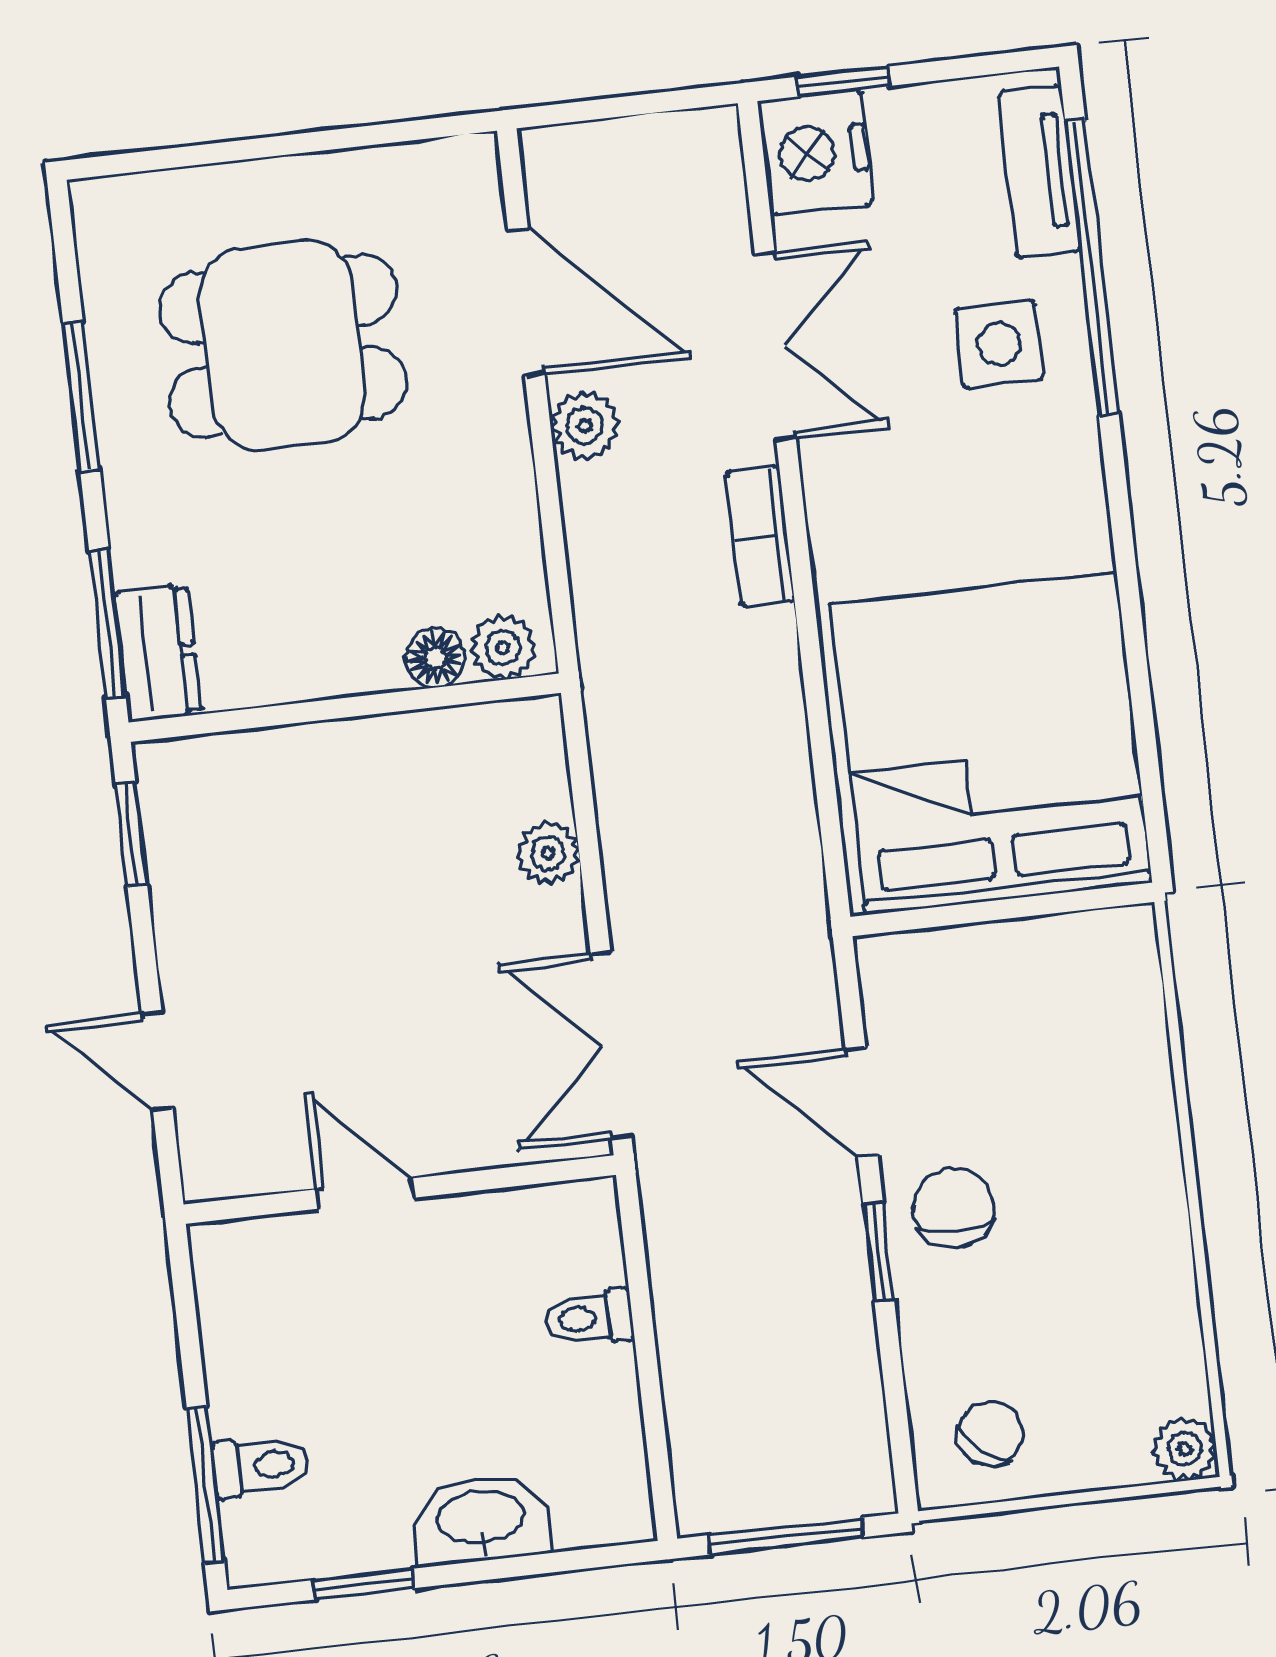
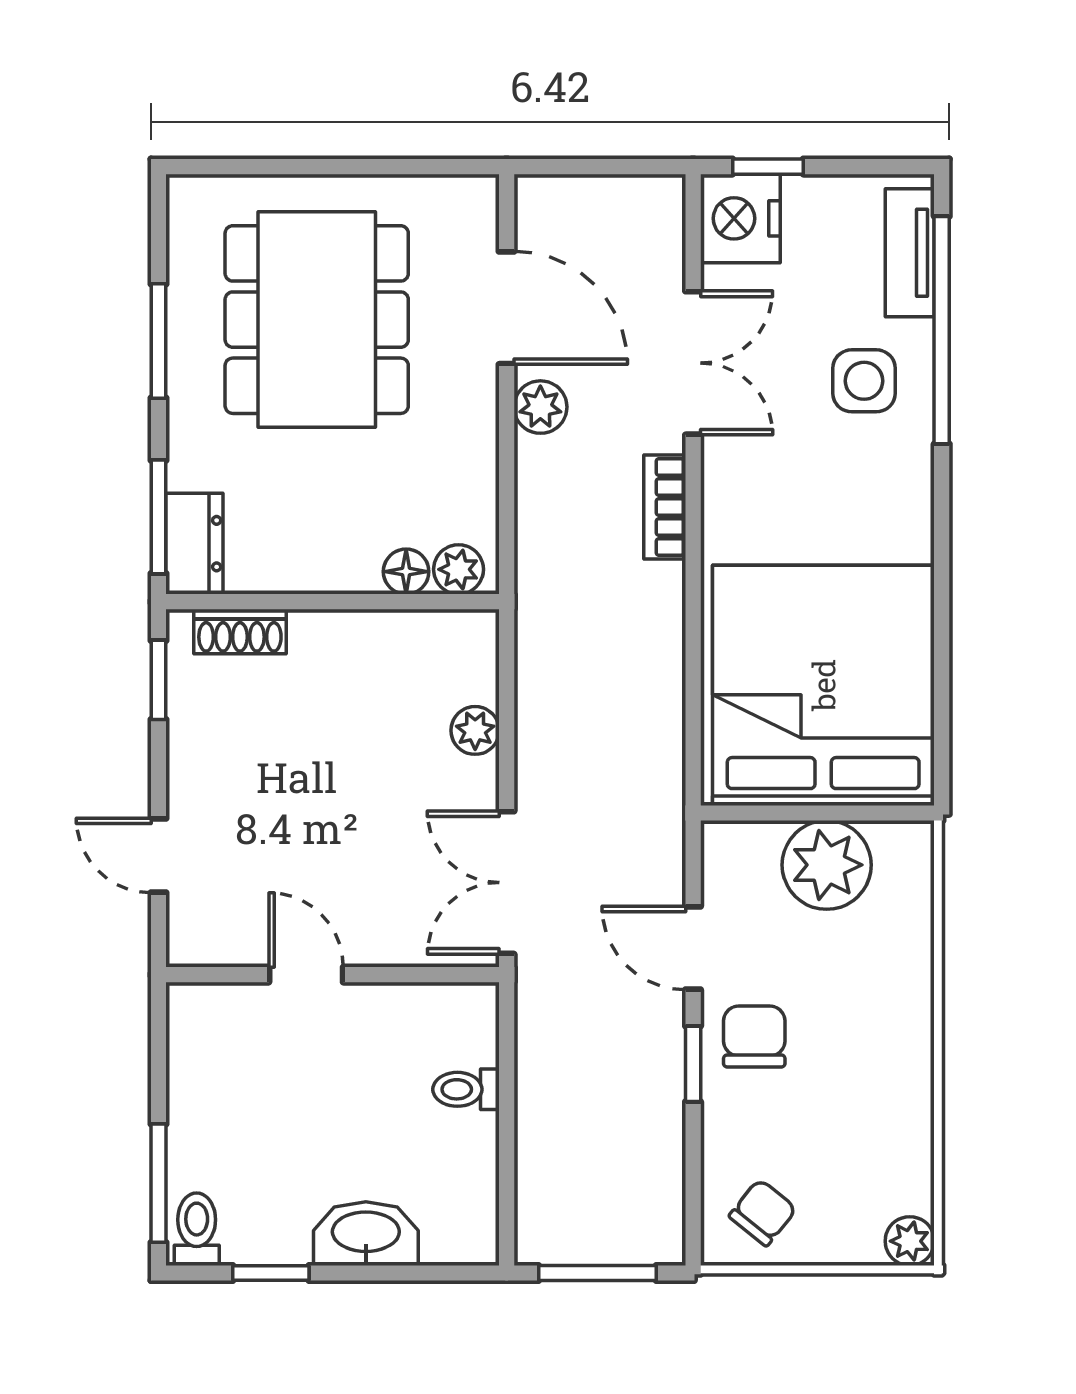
dining table: (283, 346) -> (317, 320), width x1.38
shoe rack: (230, 760) -> (240, 632), added
plant: (1022, 975) -> (827, 865), added
toilet: (261, 1466) -> (197, 1229), moved, turned -90

